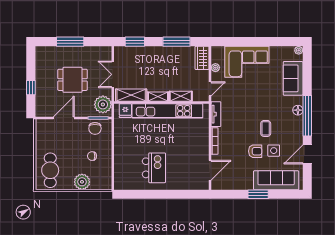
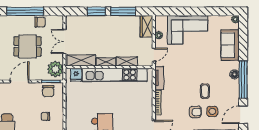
window: (70, 42) -> (25, 11), width x1.46
window: (135, 42) -> (96, 11), moved
chair: (86, 53) -> (40, 22), added

